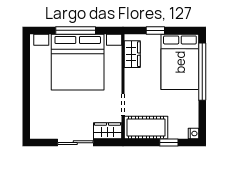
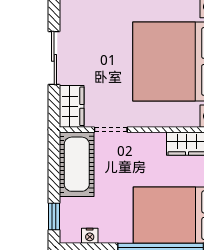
nightstand: (194, 134) -> (90, 236), moved
window: (169, 143) -> (54, 216), moved

